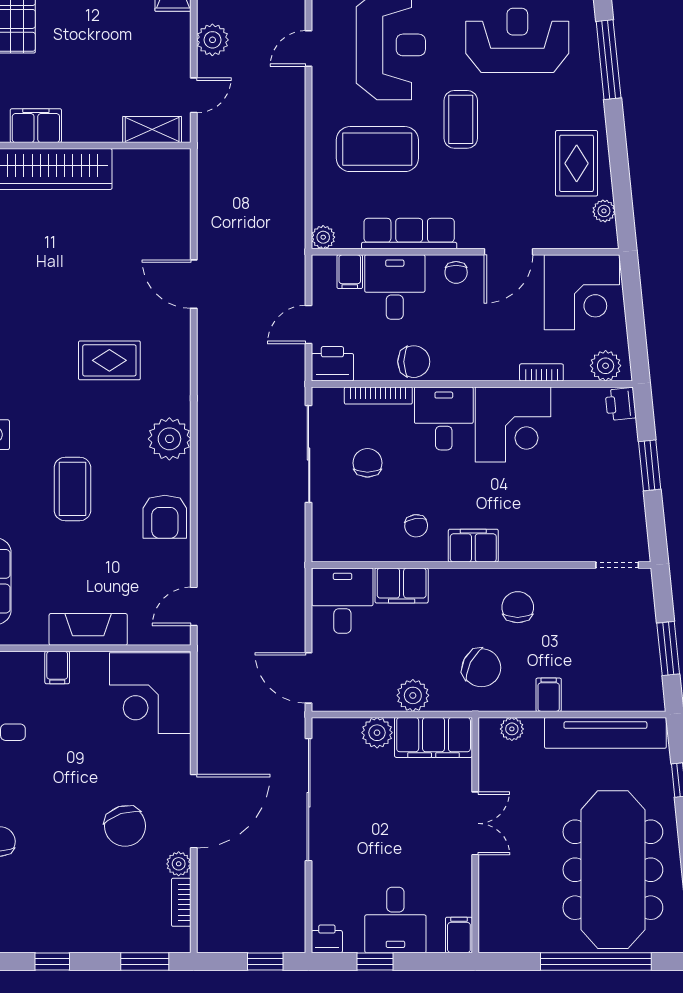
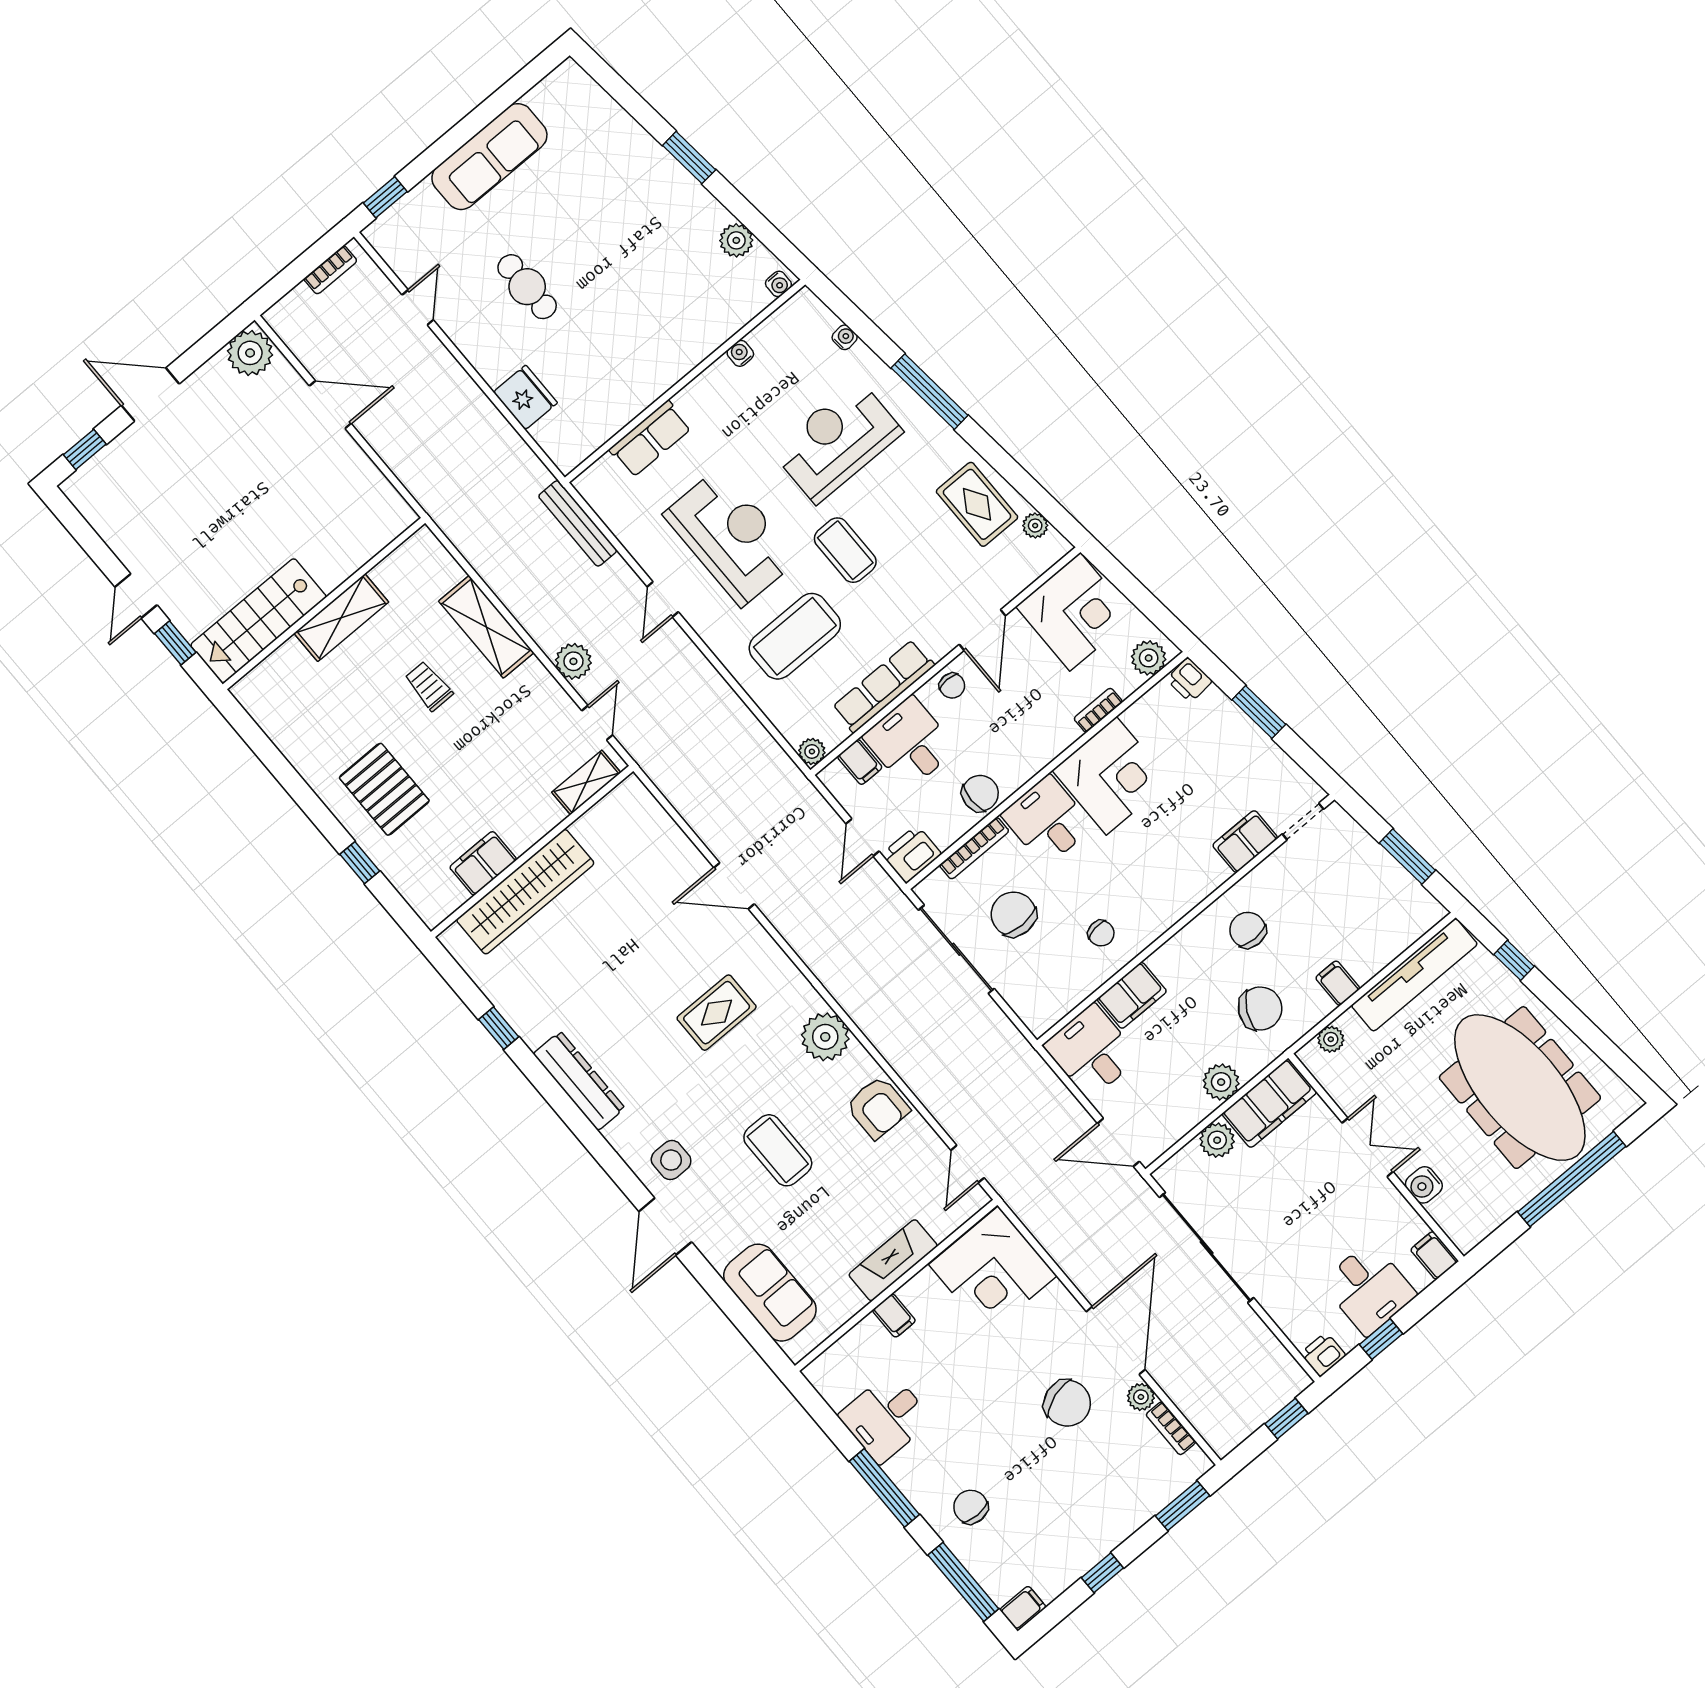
chair: (367, 463) -> (1014, 914), width x1.37, depth x1.37
filing cabinet: (473, 546) -> (1245, 841), moved
water cooler: (492, 881) -> (1424, 1185), added

